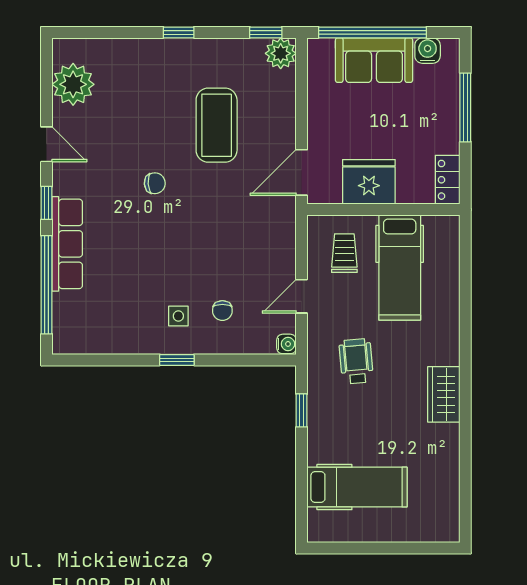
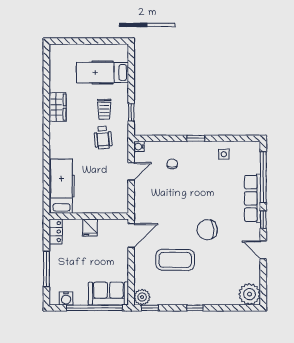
sofa: (374, 60) -> (108, 294), moved
plant: (73, 84) -> (250, 294), moved
coffee table: (217, 125) -> (175, 260), turned 90
fridge: (369, 182) -> (90, 228), width x0.53, depth x0.75
chair: (155, 183) -> (207, 230), width x1.87, depth x1.87
trolley: (344, 253) -> (104, 109), moved
hospital bed: (400, 268) -> (61, 186), moved
side table: (178, 316) -> (224, 154), moved
wardrobe: (444, 394) -> (58, 107), moved

